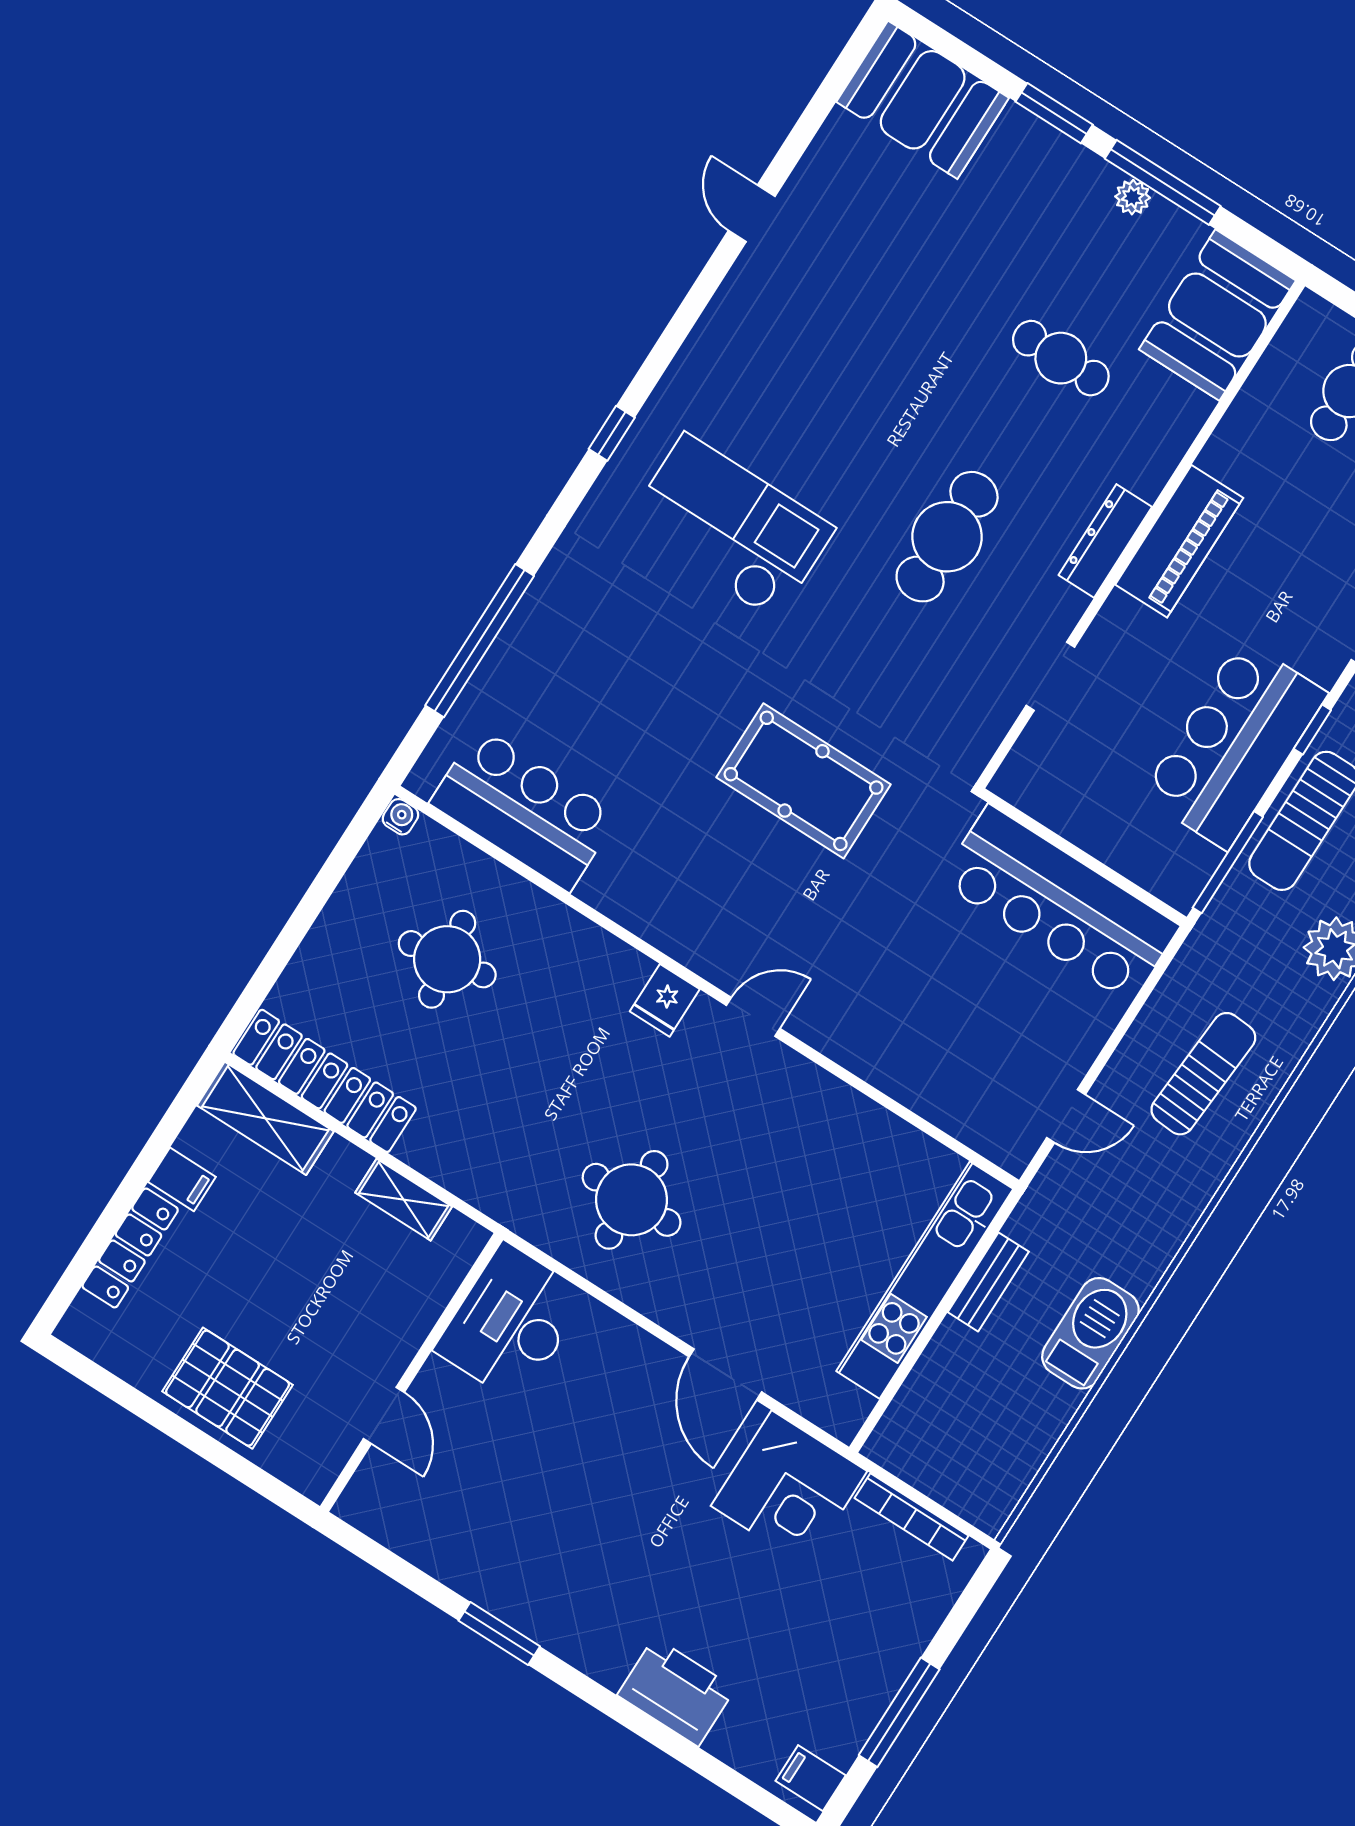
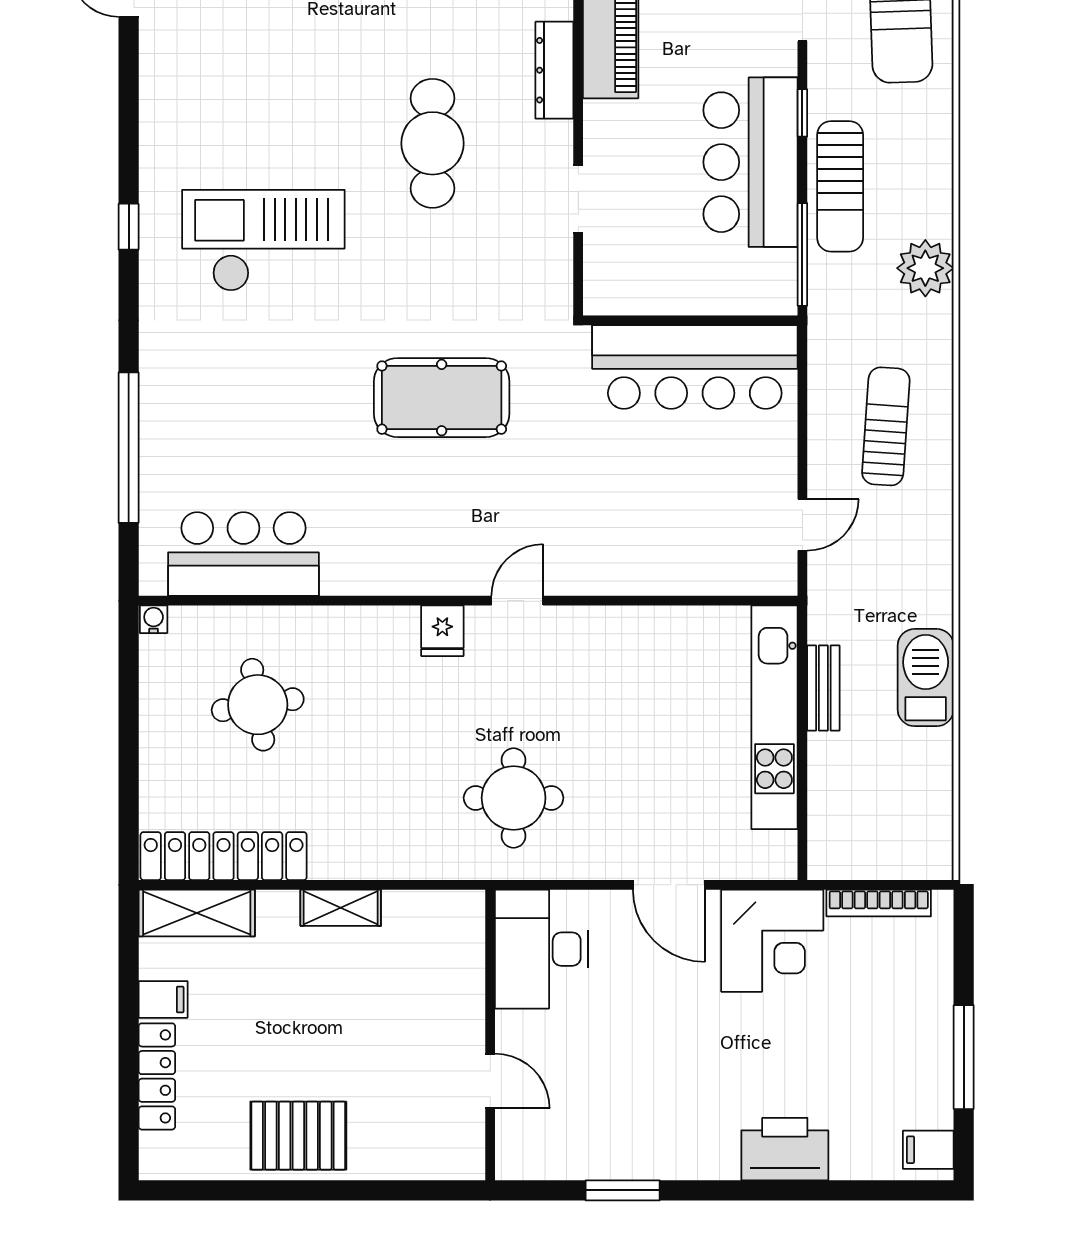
desk: (511, 1323) -> (542, 949), moved
wall: (411, 1372) -> (490, 1035), moved
door: (384, 1416) -> (490, 1081), moved

